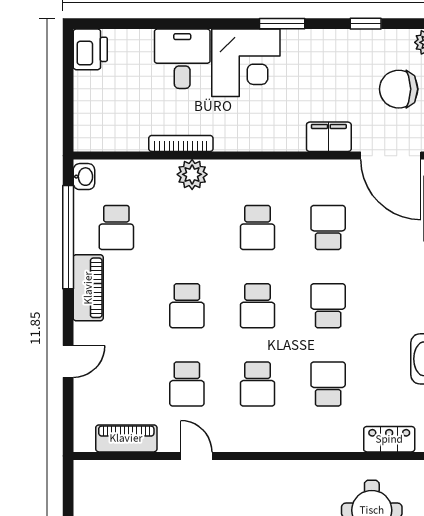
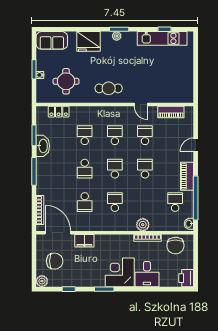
chair: (116, 126) -> (175, 246), added
school desk: (328, 384) -> (85, 135), turned 180
cafe table: (272, 494) -> (109, 88), added

